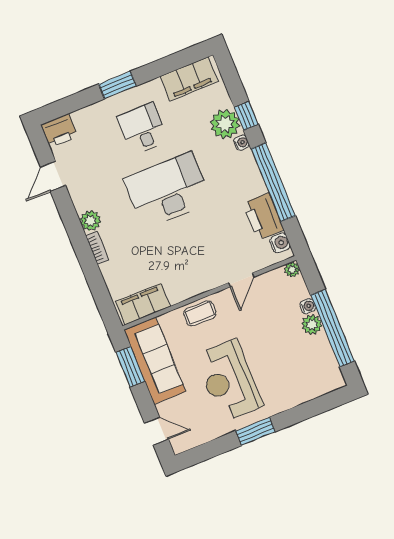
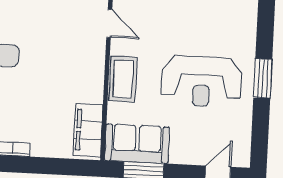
coffee table: (200, 313) -> (123, 79), width x1.36, depth x1.30
sofa: (155, 361) -> (137, 144), width x0.73

